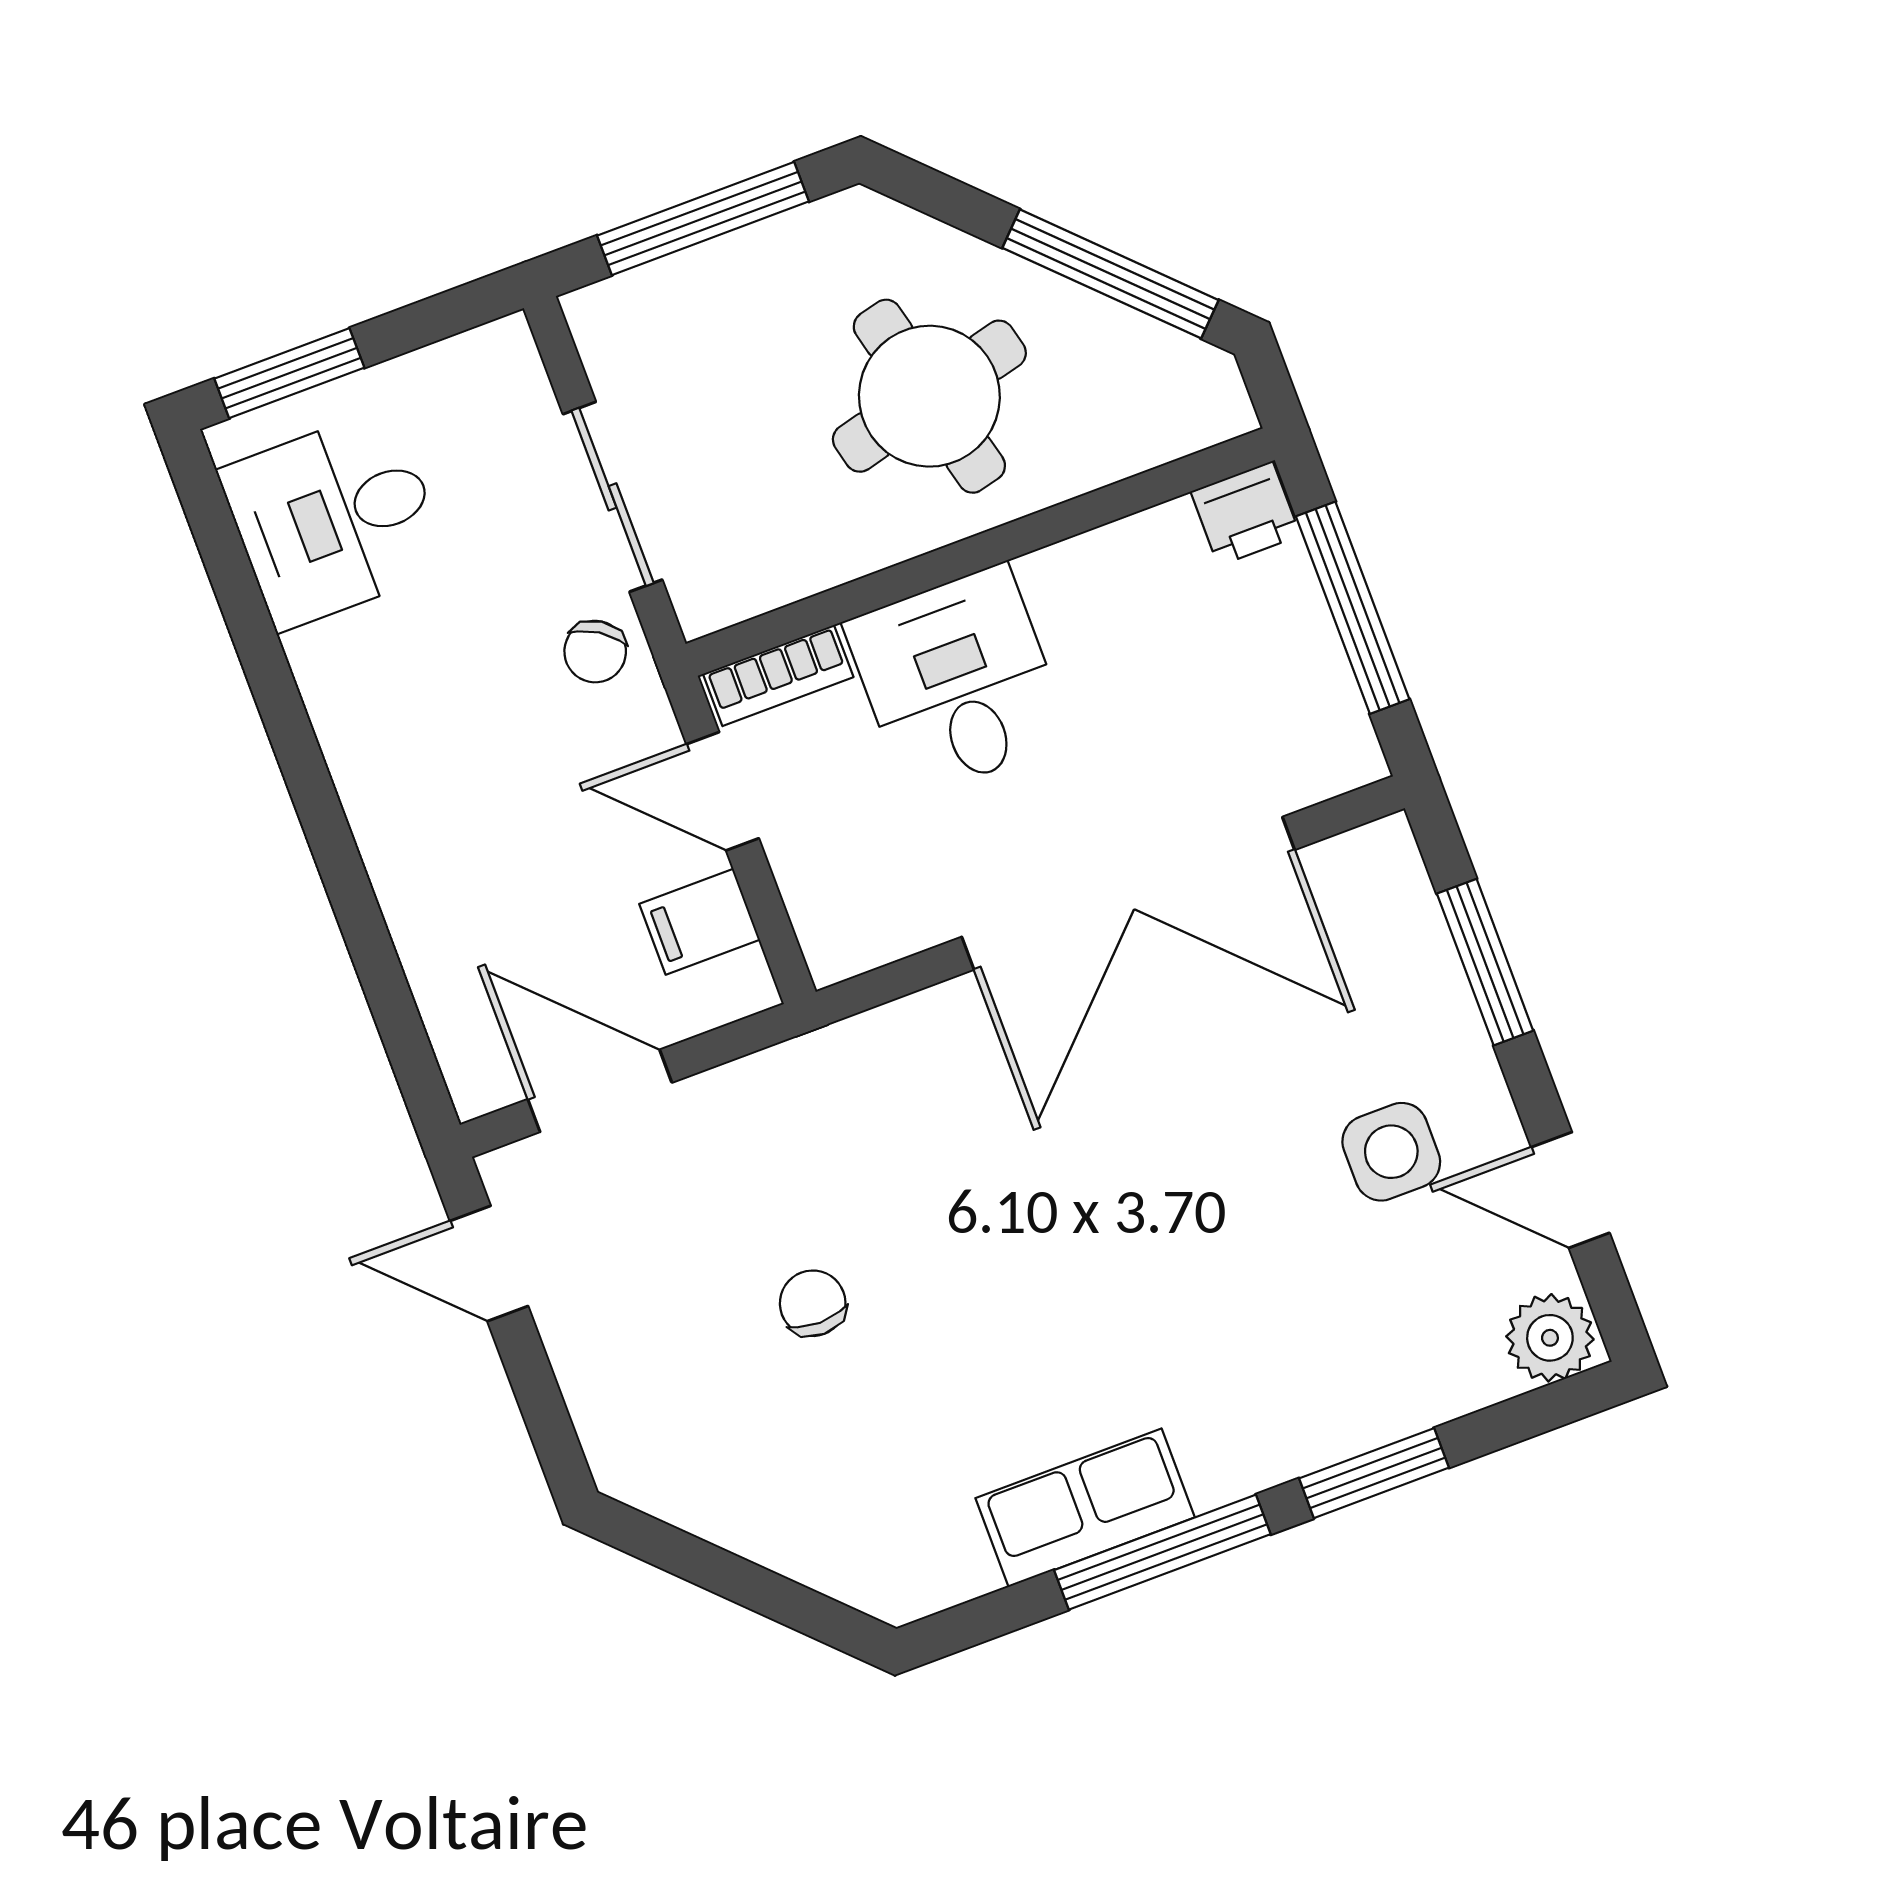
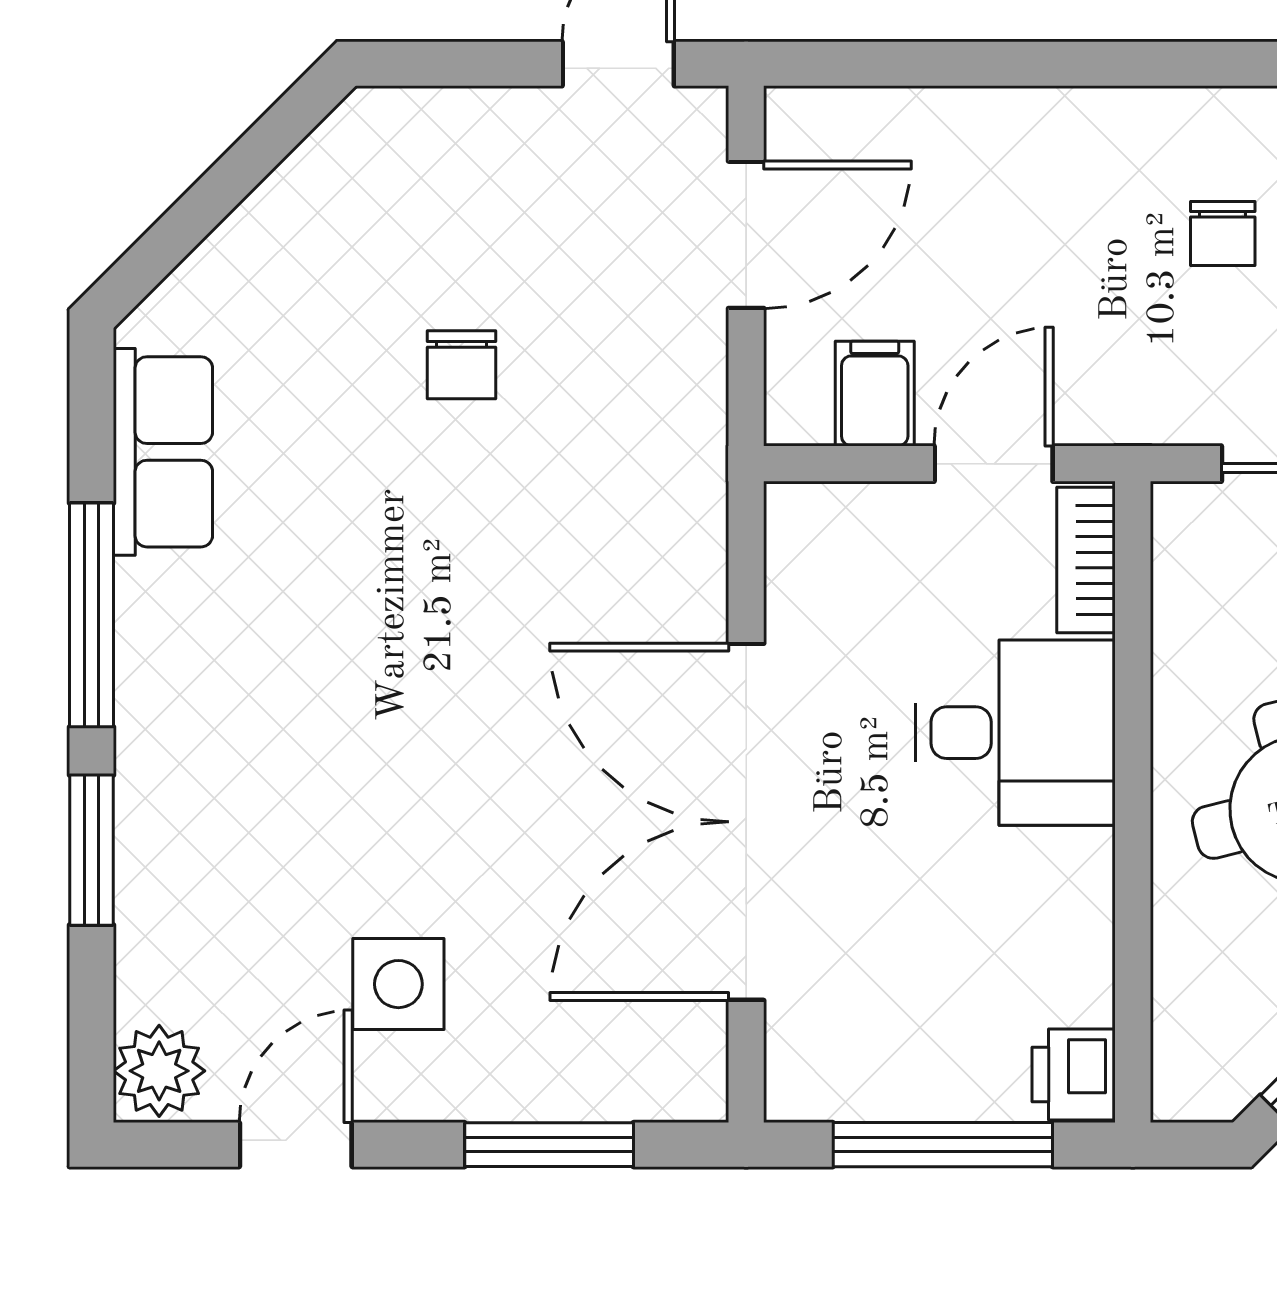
chair: (595, 652) -> (1223, 234), moved, turned -123
chair: (813, 1303) -> (462, 365), turned 90
row of seats: (1085, 1508) -> (163, 452), moved

